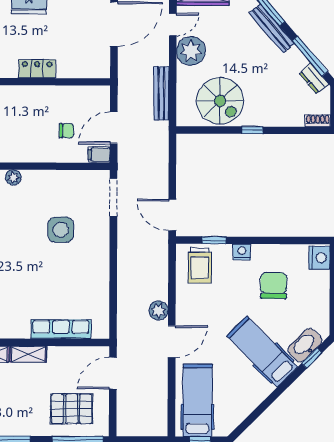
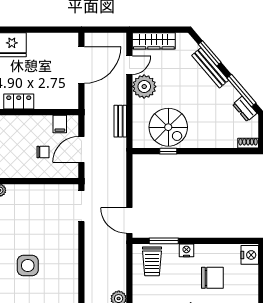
bench: (161, 93) -> (120, 121), width x0.73
window: (252, 130) -> (168, 151), moved
filing cabinet: (99, 155) -> (60, 124), moved, turned -90
side table: (61, 230) -> (28, 265), moved
window: (214, 240) -> (164, 241), width x1.50
chair: (274, 286) -> (212, 278), turned 90

